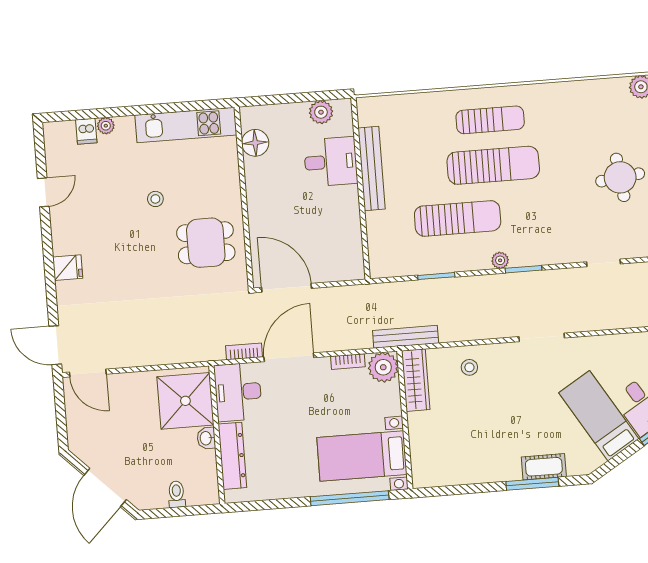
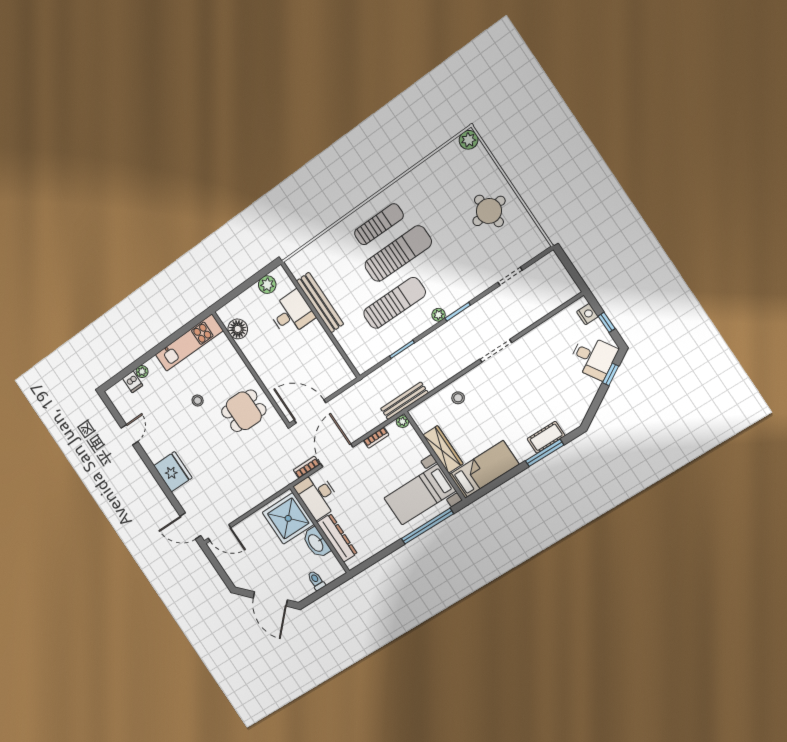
fridge: (68, 268) -> (173, 472), width x1.88, depth x1.34
plant: (383, 367) -> (402, 422), width x0.53, depth x0.53
wardrobe: (416, 380) -> (443, 449), moved
bed: (599, 416) -> (484, 469), moved, turned 121
washbasin: (206, 438) -> (316, 543), width x1.91, depth x1.45

